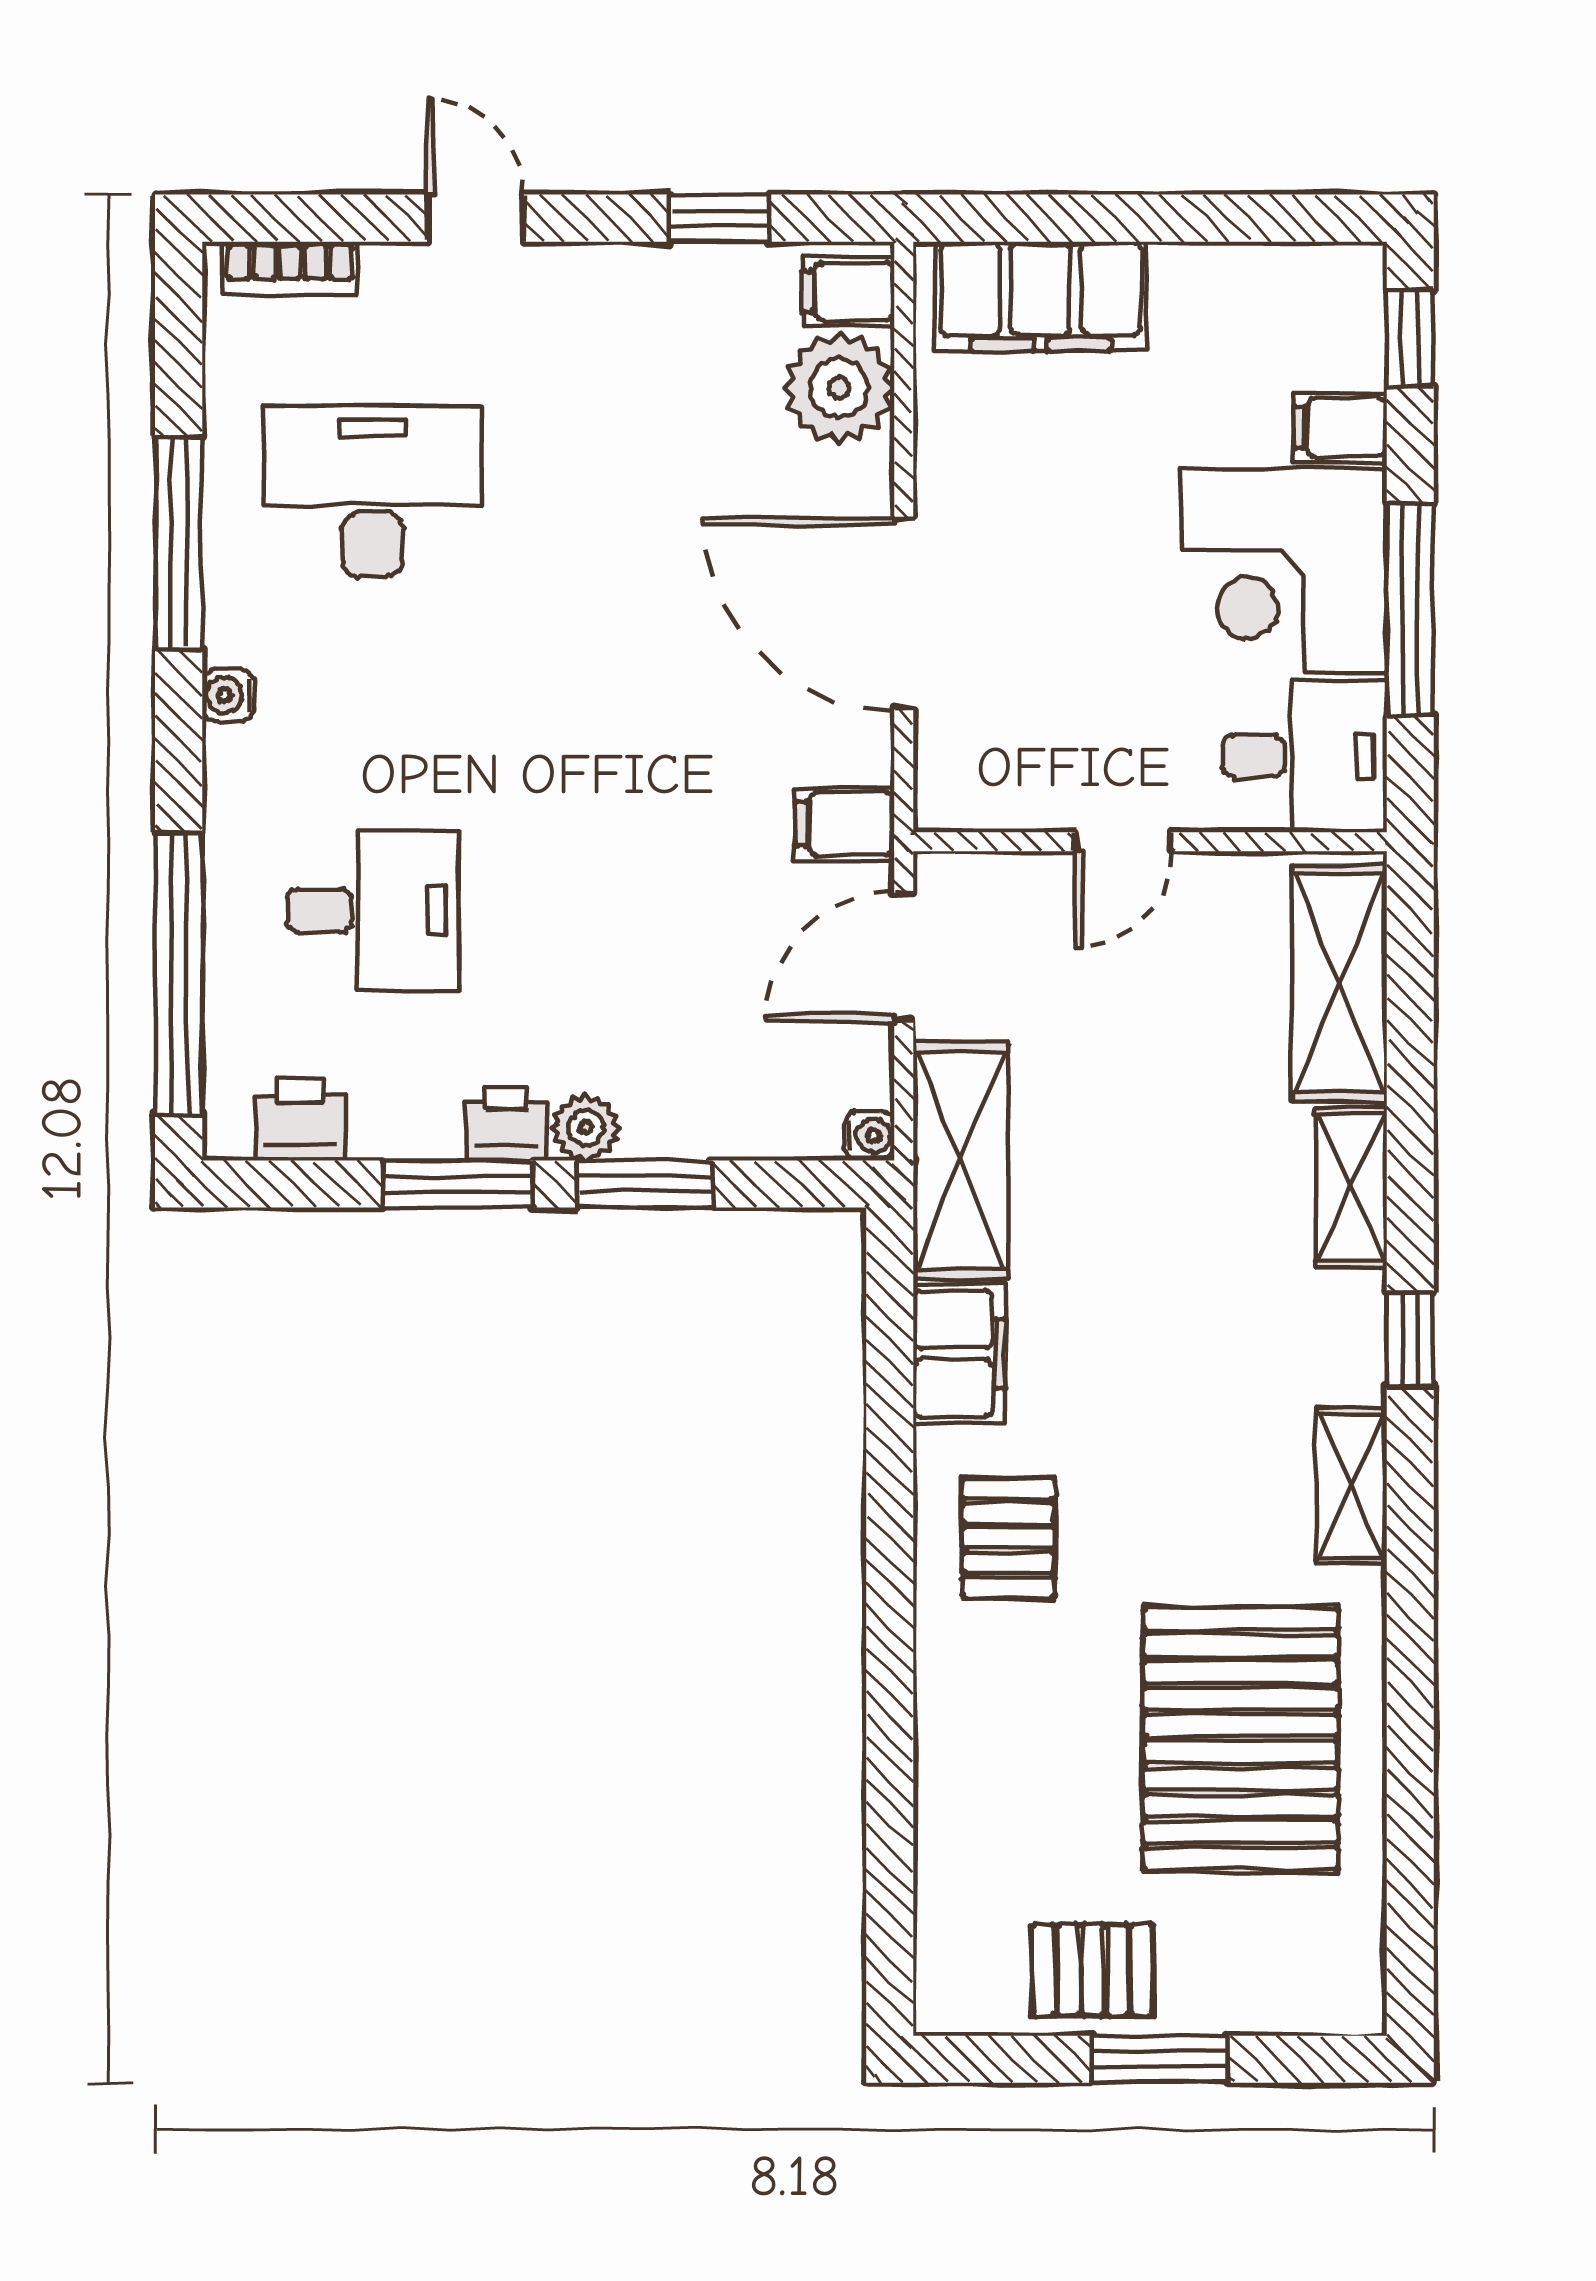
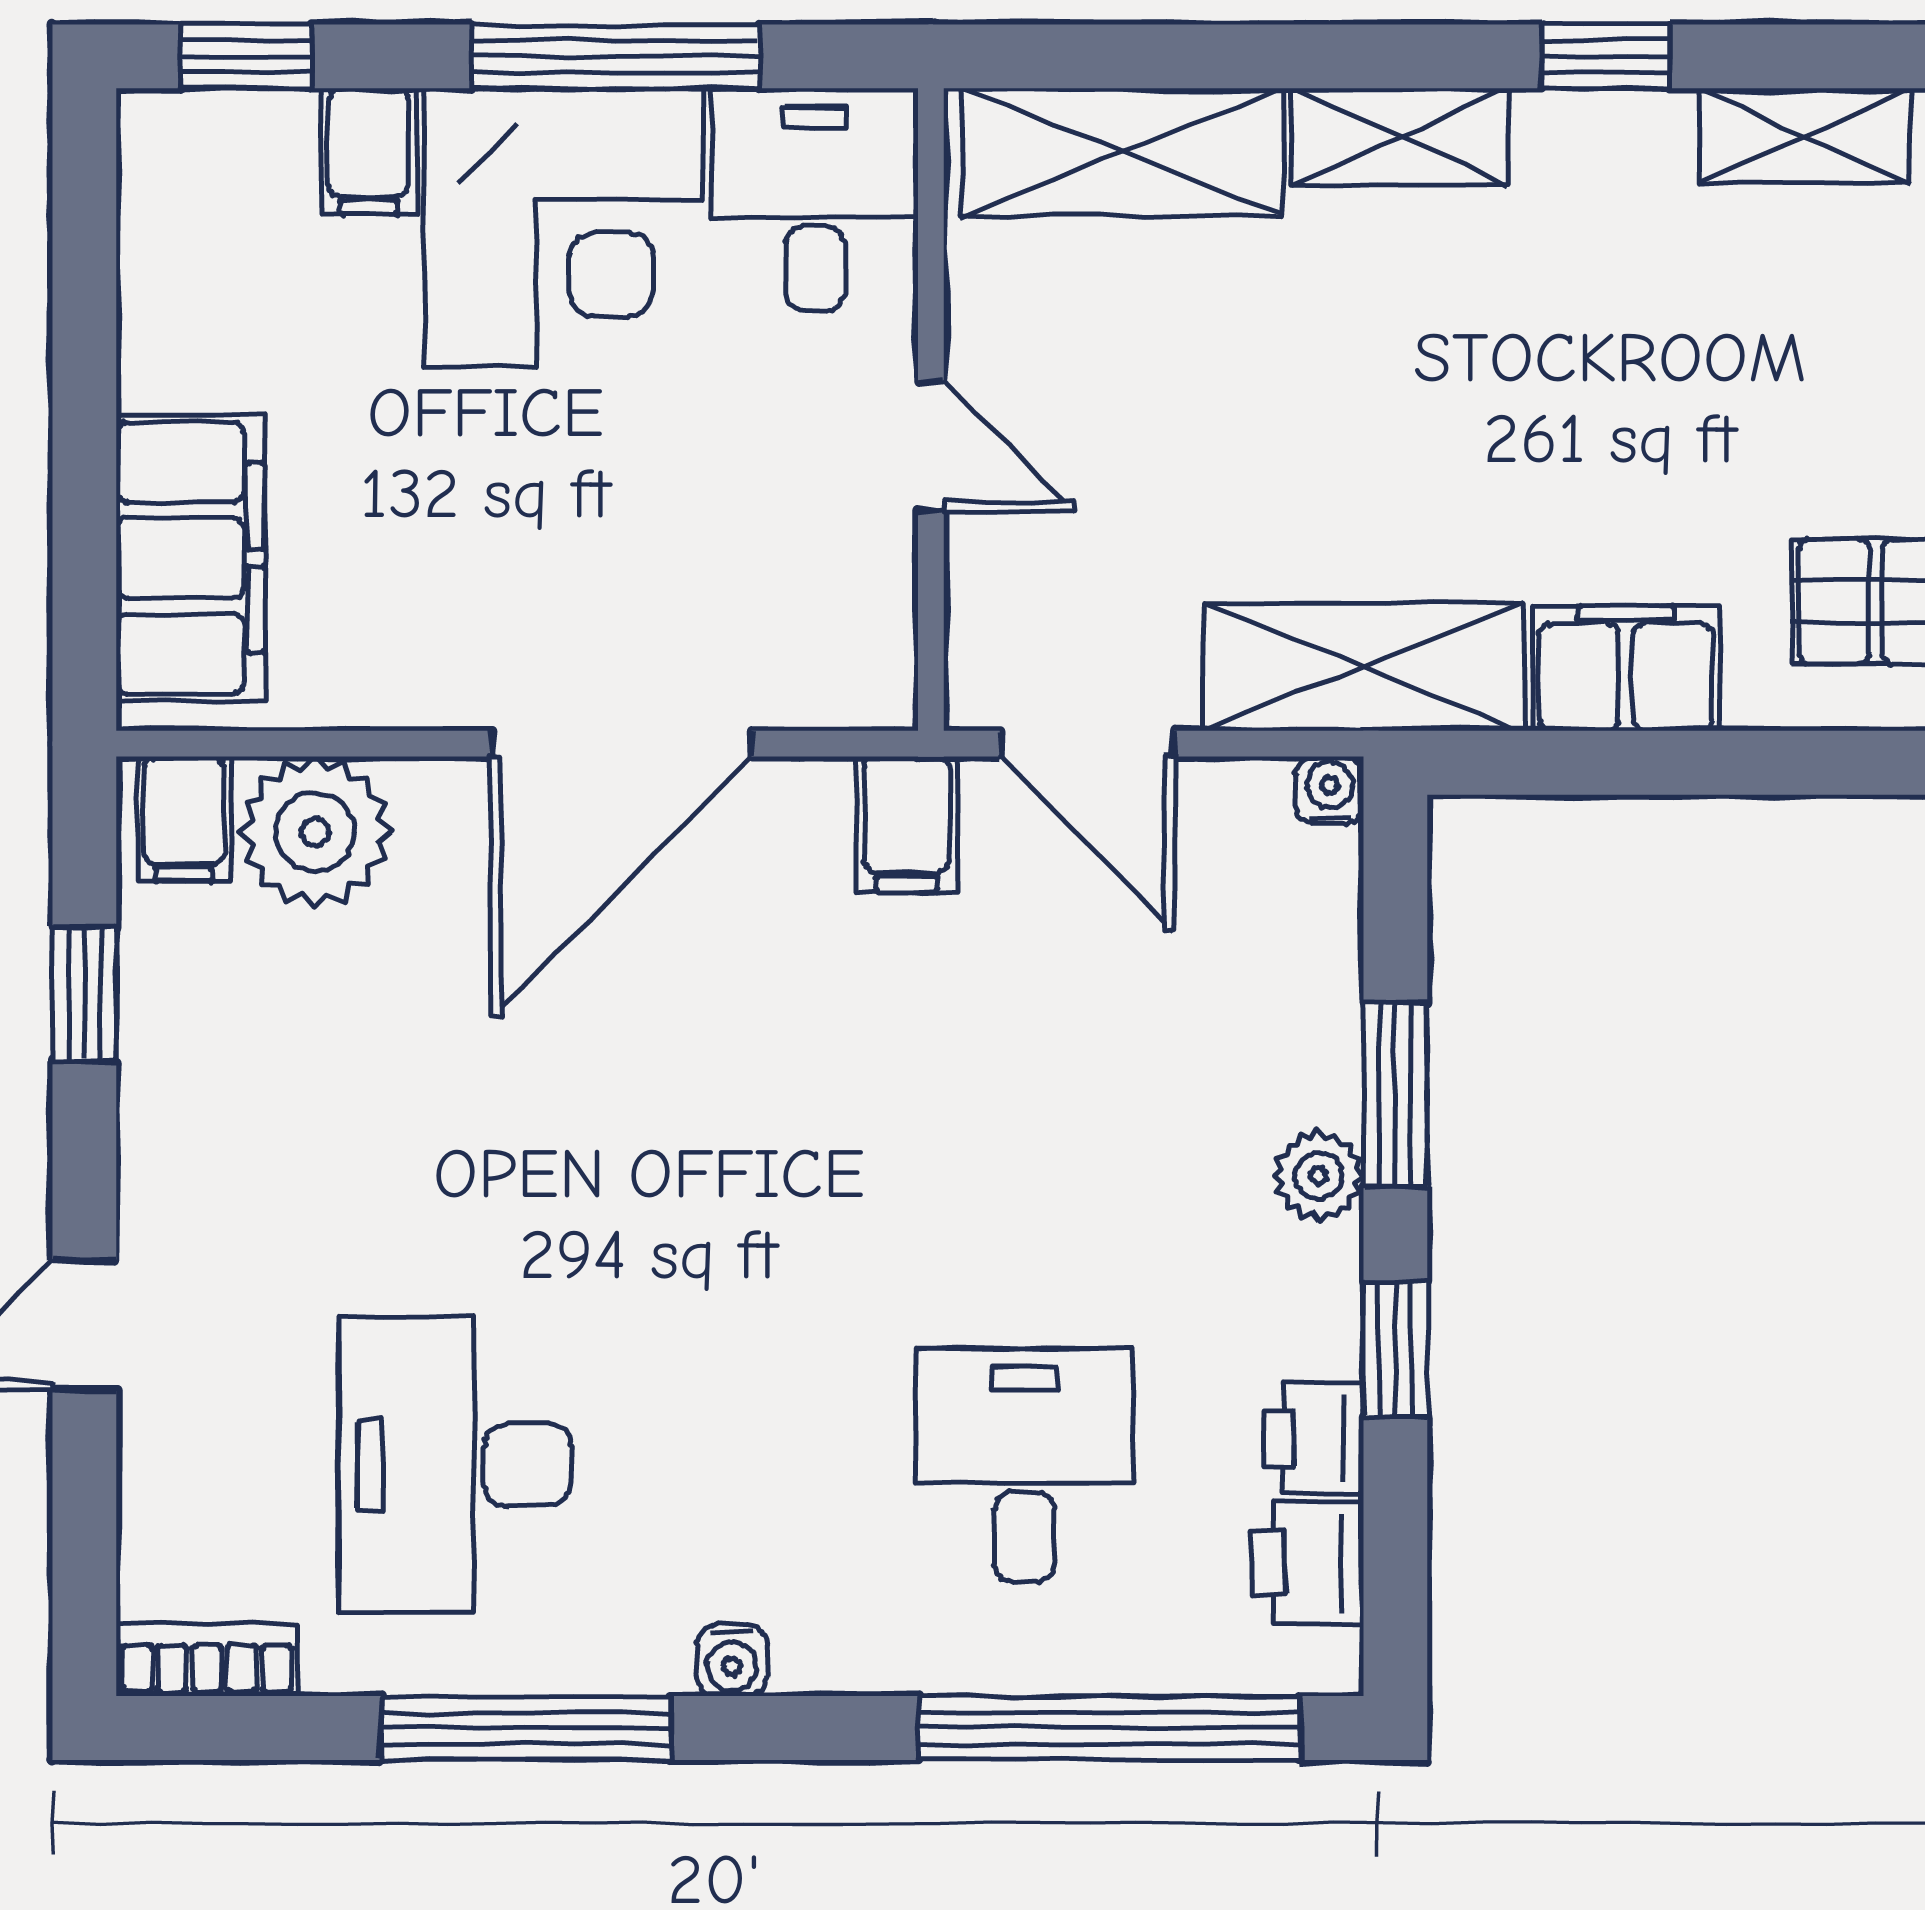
bookcase: (290, 268) -> (207, 1660), moved, turned -90
printer: (506, 1124) -> (1314, 1438), moved
window: (458, 1184) -> (1395, 1349), width x0.67

